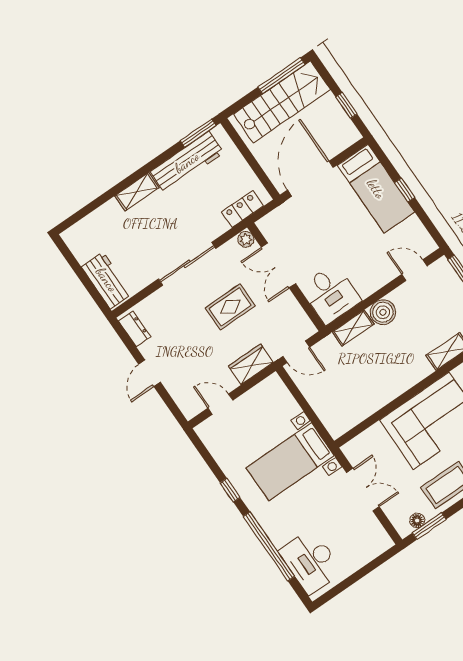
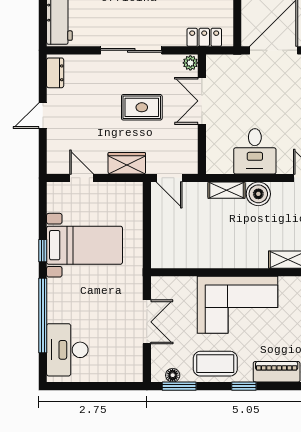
desk: (331, 294) -> (255, 151), moved
bed with nightstands: (290, 462) -> (85, 245), moved, turned 180

